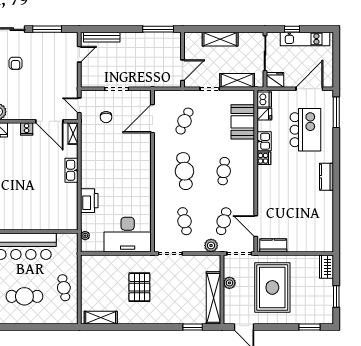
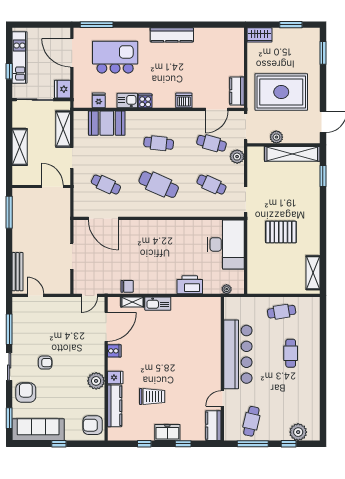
dishwasher: (264, 100) -> (184, 100), moved
chair: (106, 117) -> (127, 286), moved
shelving: (73, 134) -> (132, 302), moved
cafe table: (184, 171) -> (159, 185), turned 30
kitchen counter: (326, 177) -> (172, 35), width x1.50
cafe table: (184, 221) -> (211, 185), turned 36
cafe table: (24, 296) -> (291, 353), width x0.73, depth x0.74

